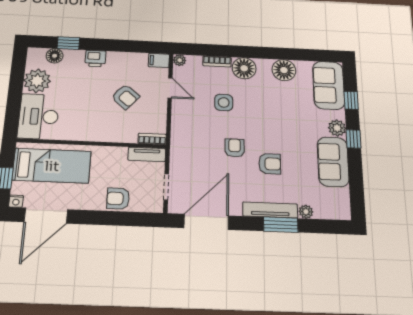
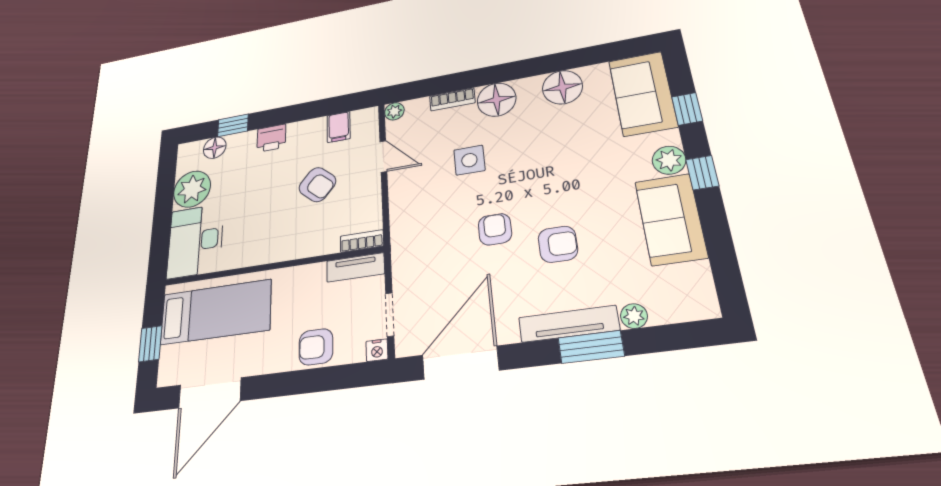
filing cabinet: (159, 60) -> (339, 127), moved, turned -90
nightstand: (16, 201) -> (377, 350), moved

